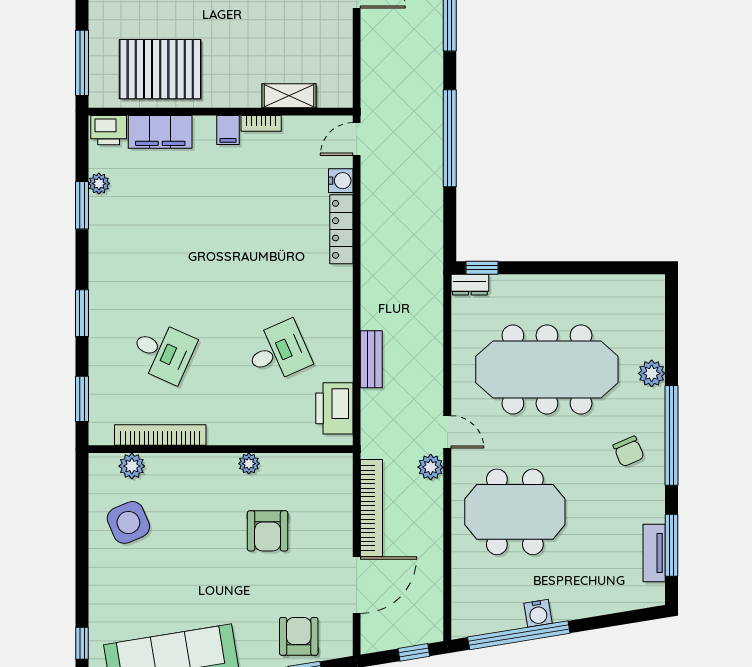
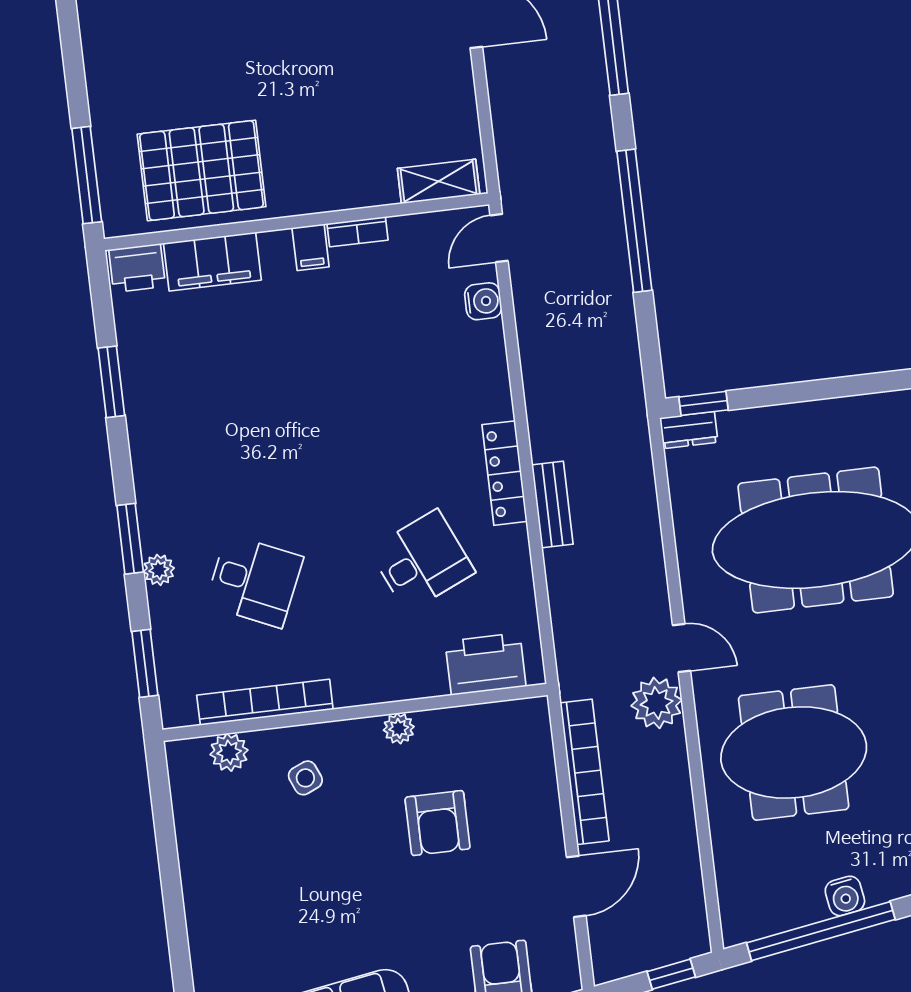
shelving: (289, 96) -> (439, 181), moved
plant: (99, 184) -> (159, 570), moved
locker: (341, 229) -> (505, 473), moved
bench: (371, 359) -> (552, 505), moved
printer: (334, 408) -> (486, 664), moved, turned 90
plant: (431, 467) -> (657, 703), width x1.36, depth x1.36
side table: (128, 522) -> (305, 778), moved, width x0.54, depth x0.54
door: (357, 585) -> (576, 886), width x0.73

